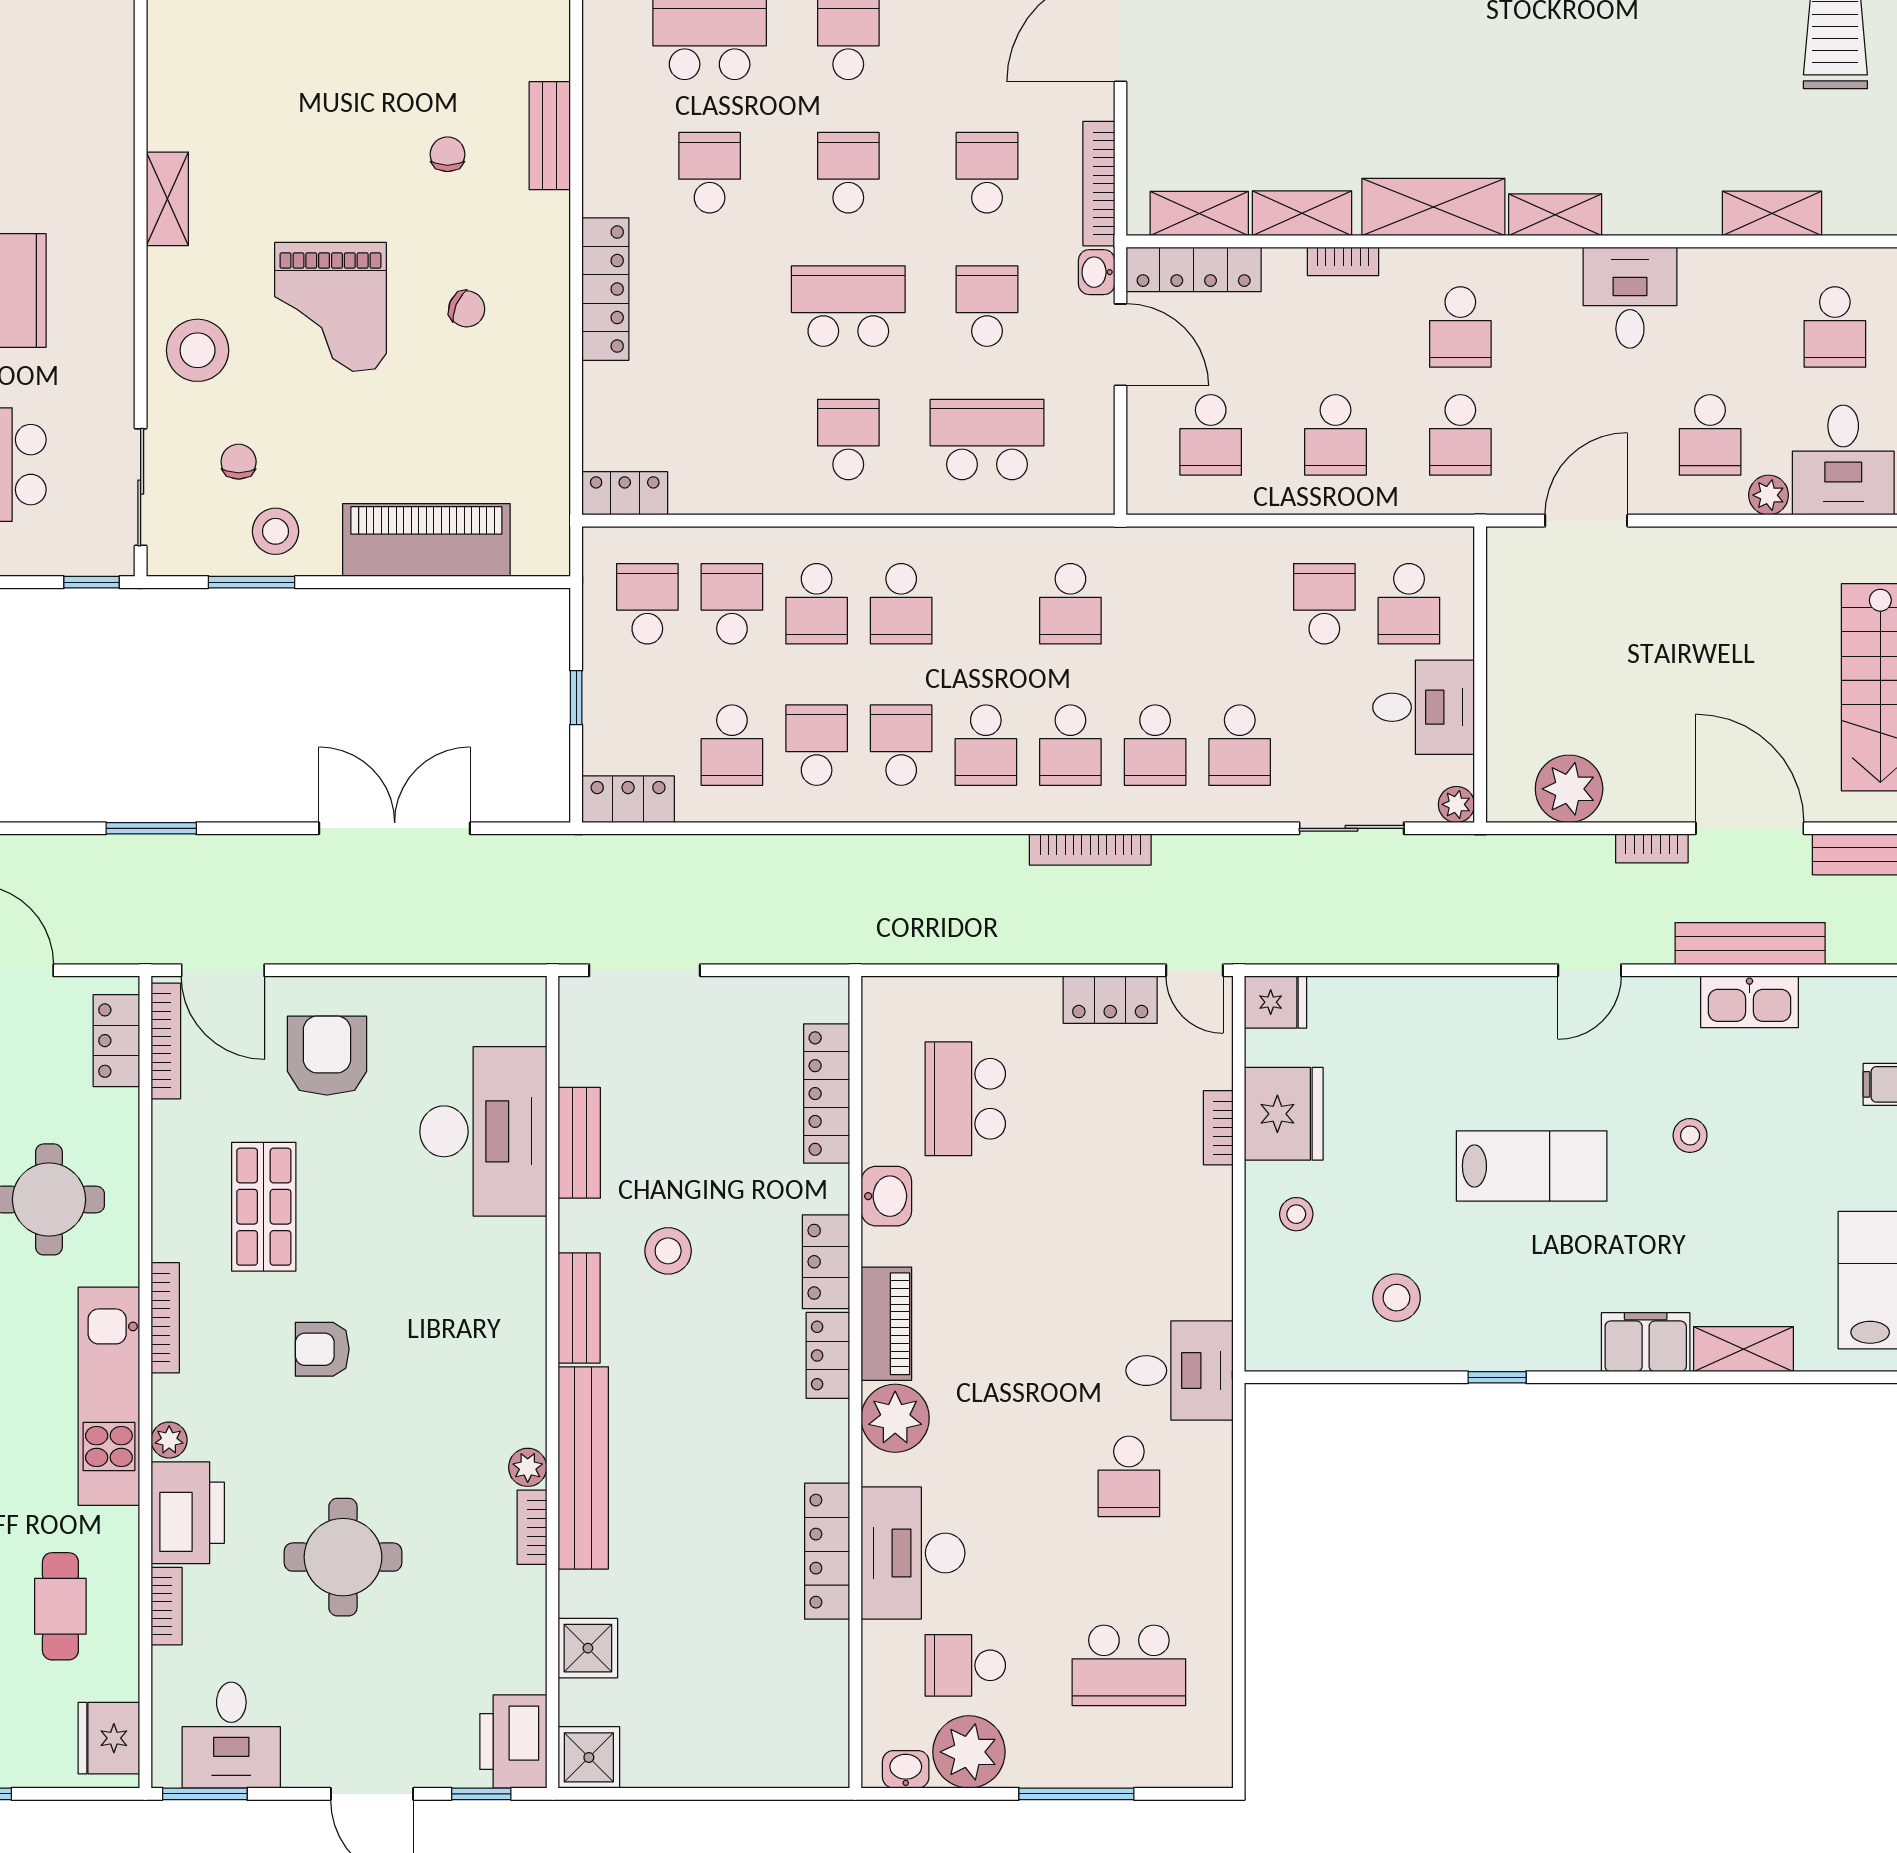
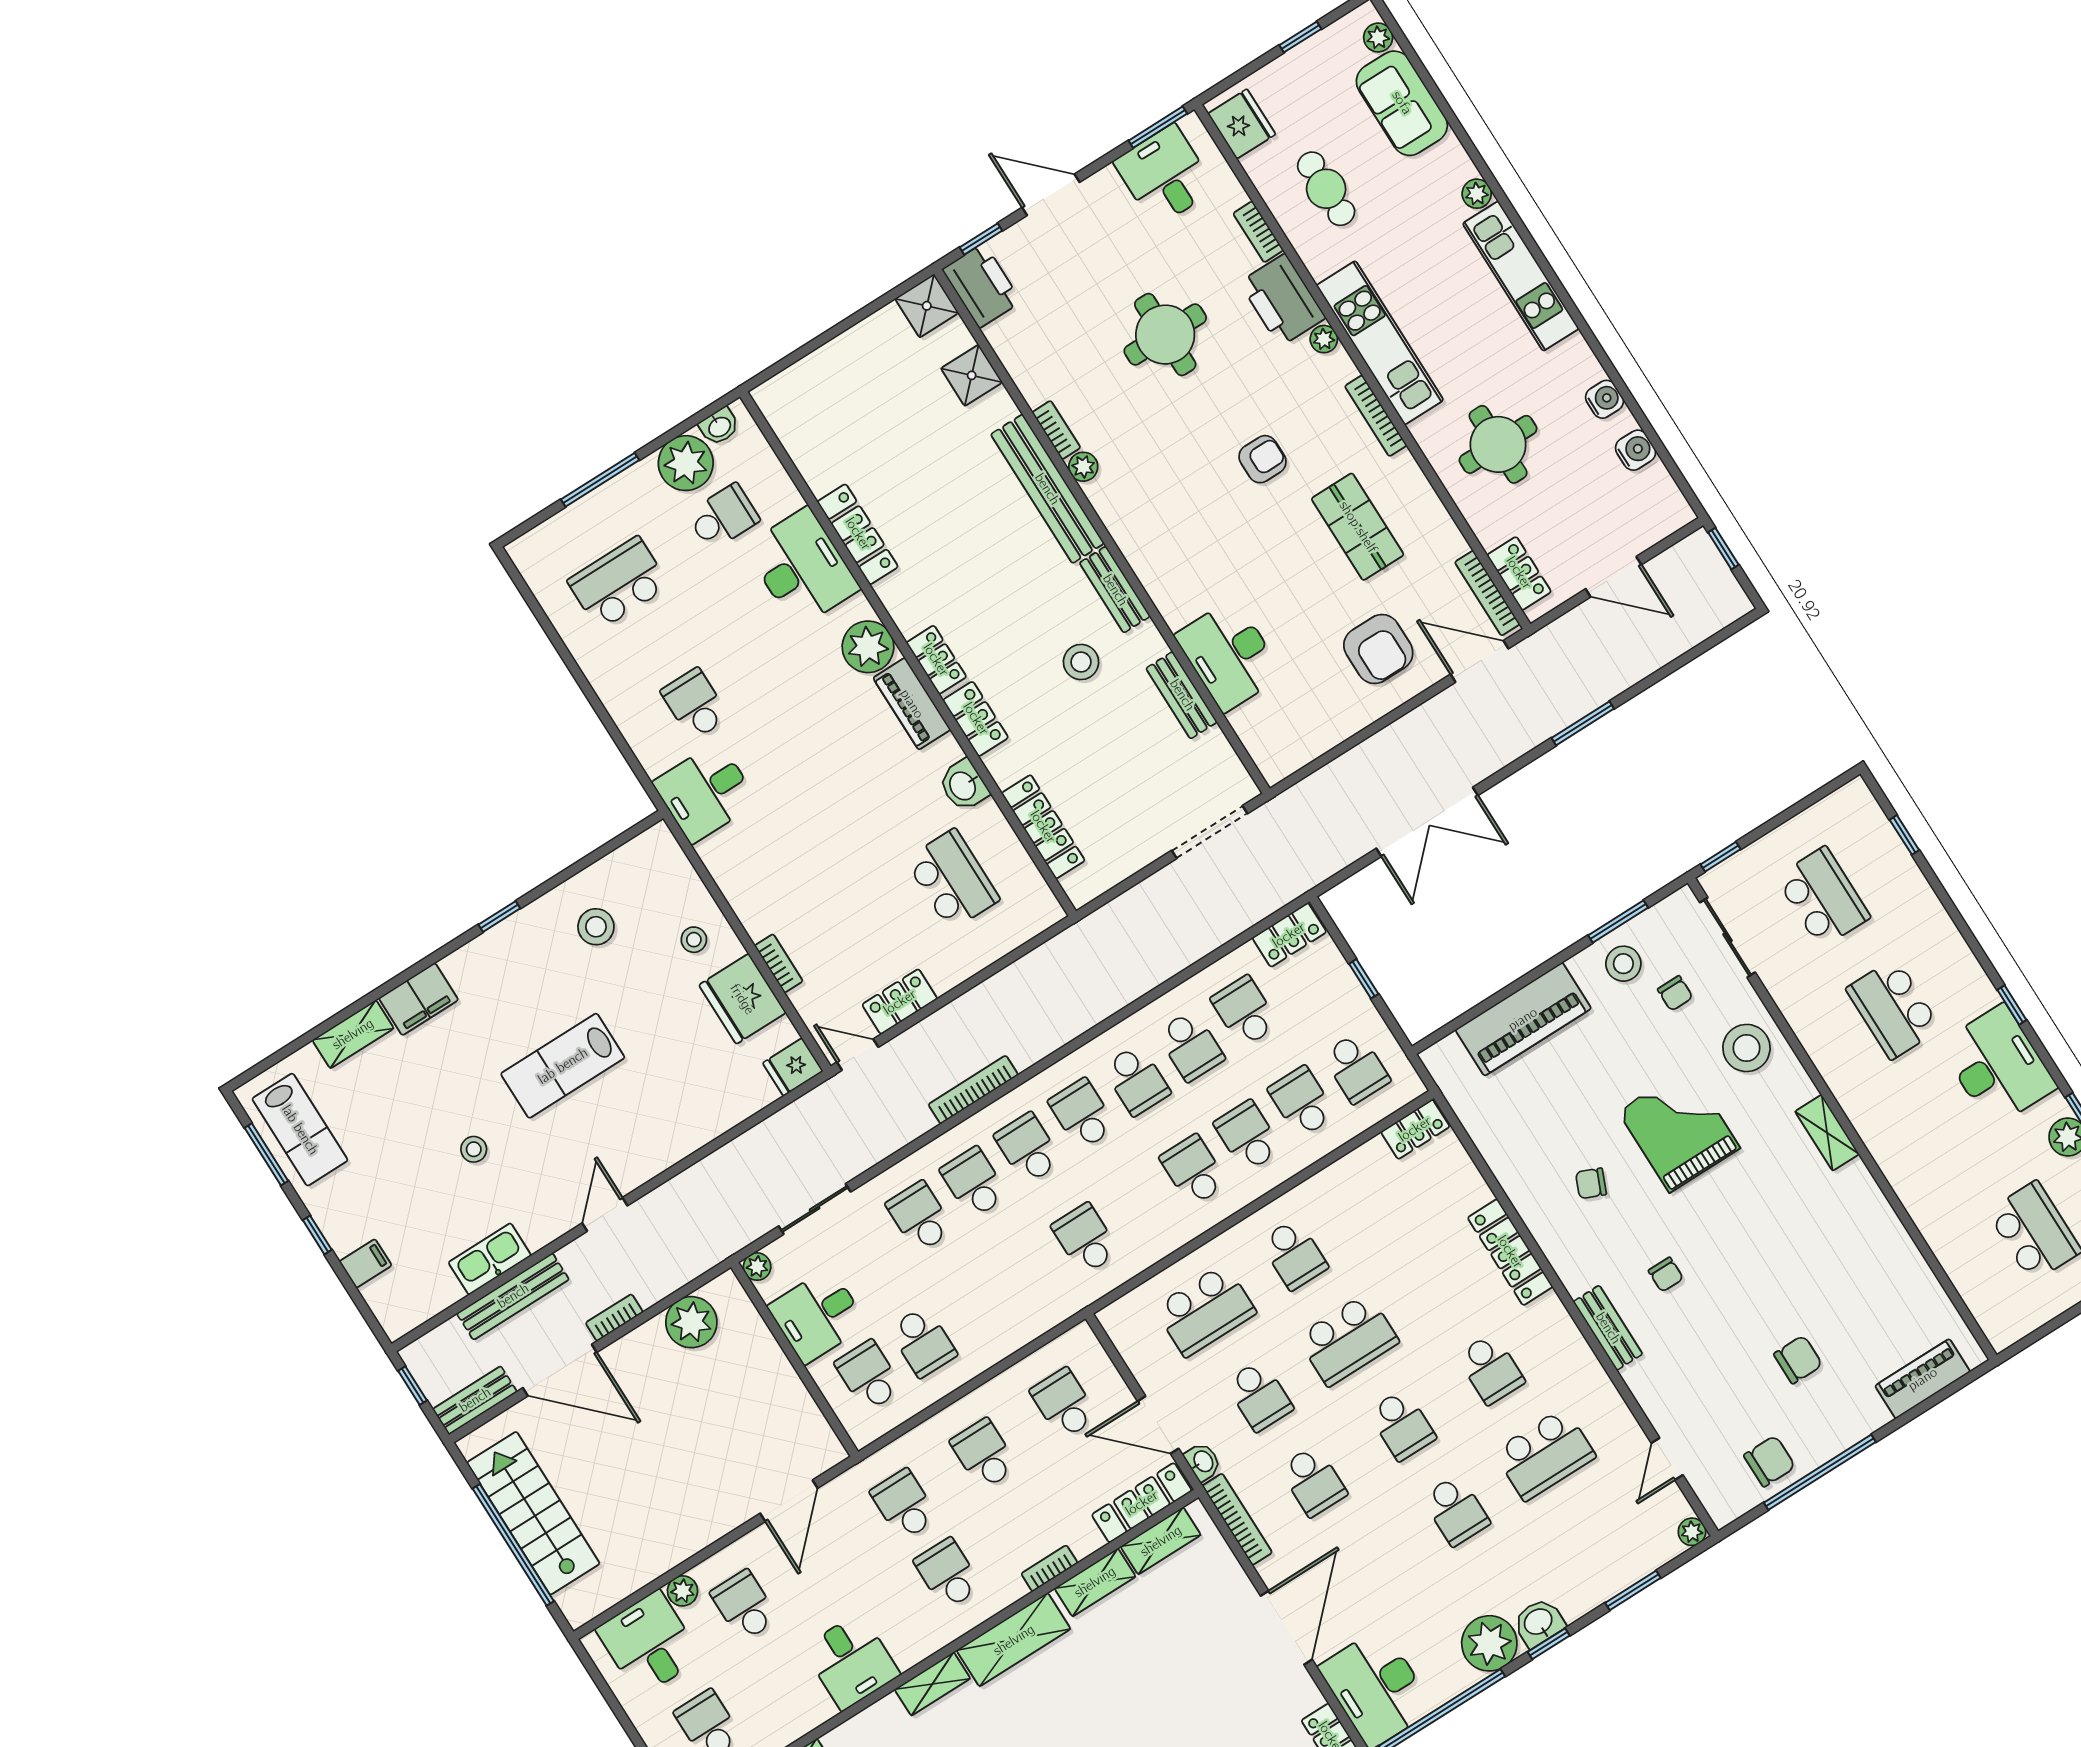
school desk: (732, 604) -> (1302, 1102), turned 180
desk: (483, 1131) -> (1229, 655), width x0.73, depth x0.77

